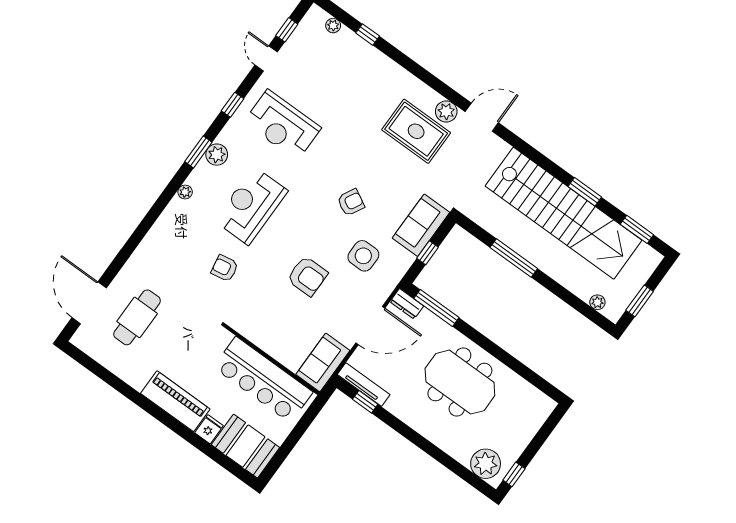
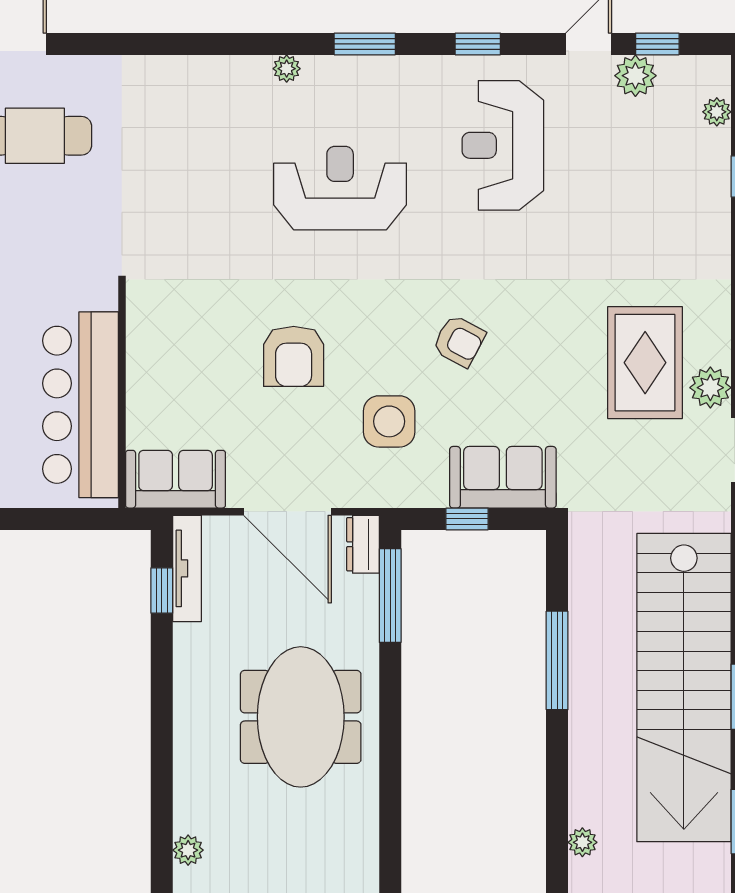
plant: (217, 155) -> (635, 76), moved
armchair: (225, 268) -> (212, 217), removed
plant: (486, 464) -> (188, 850), width x0.53, depth x0.53

